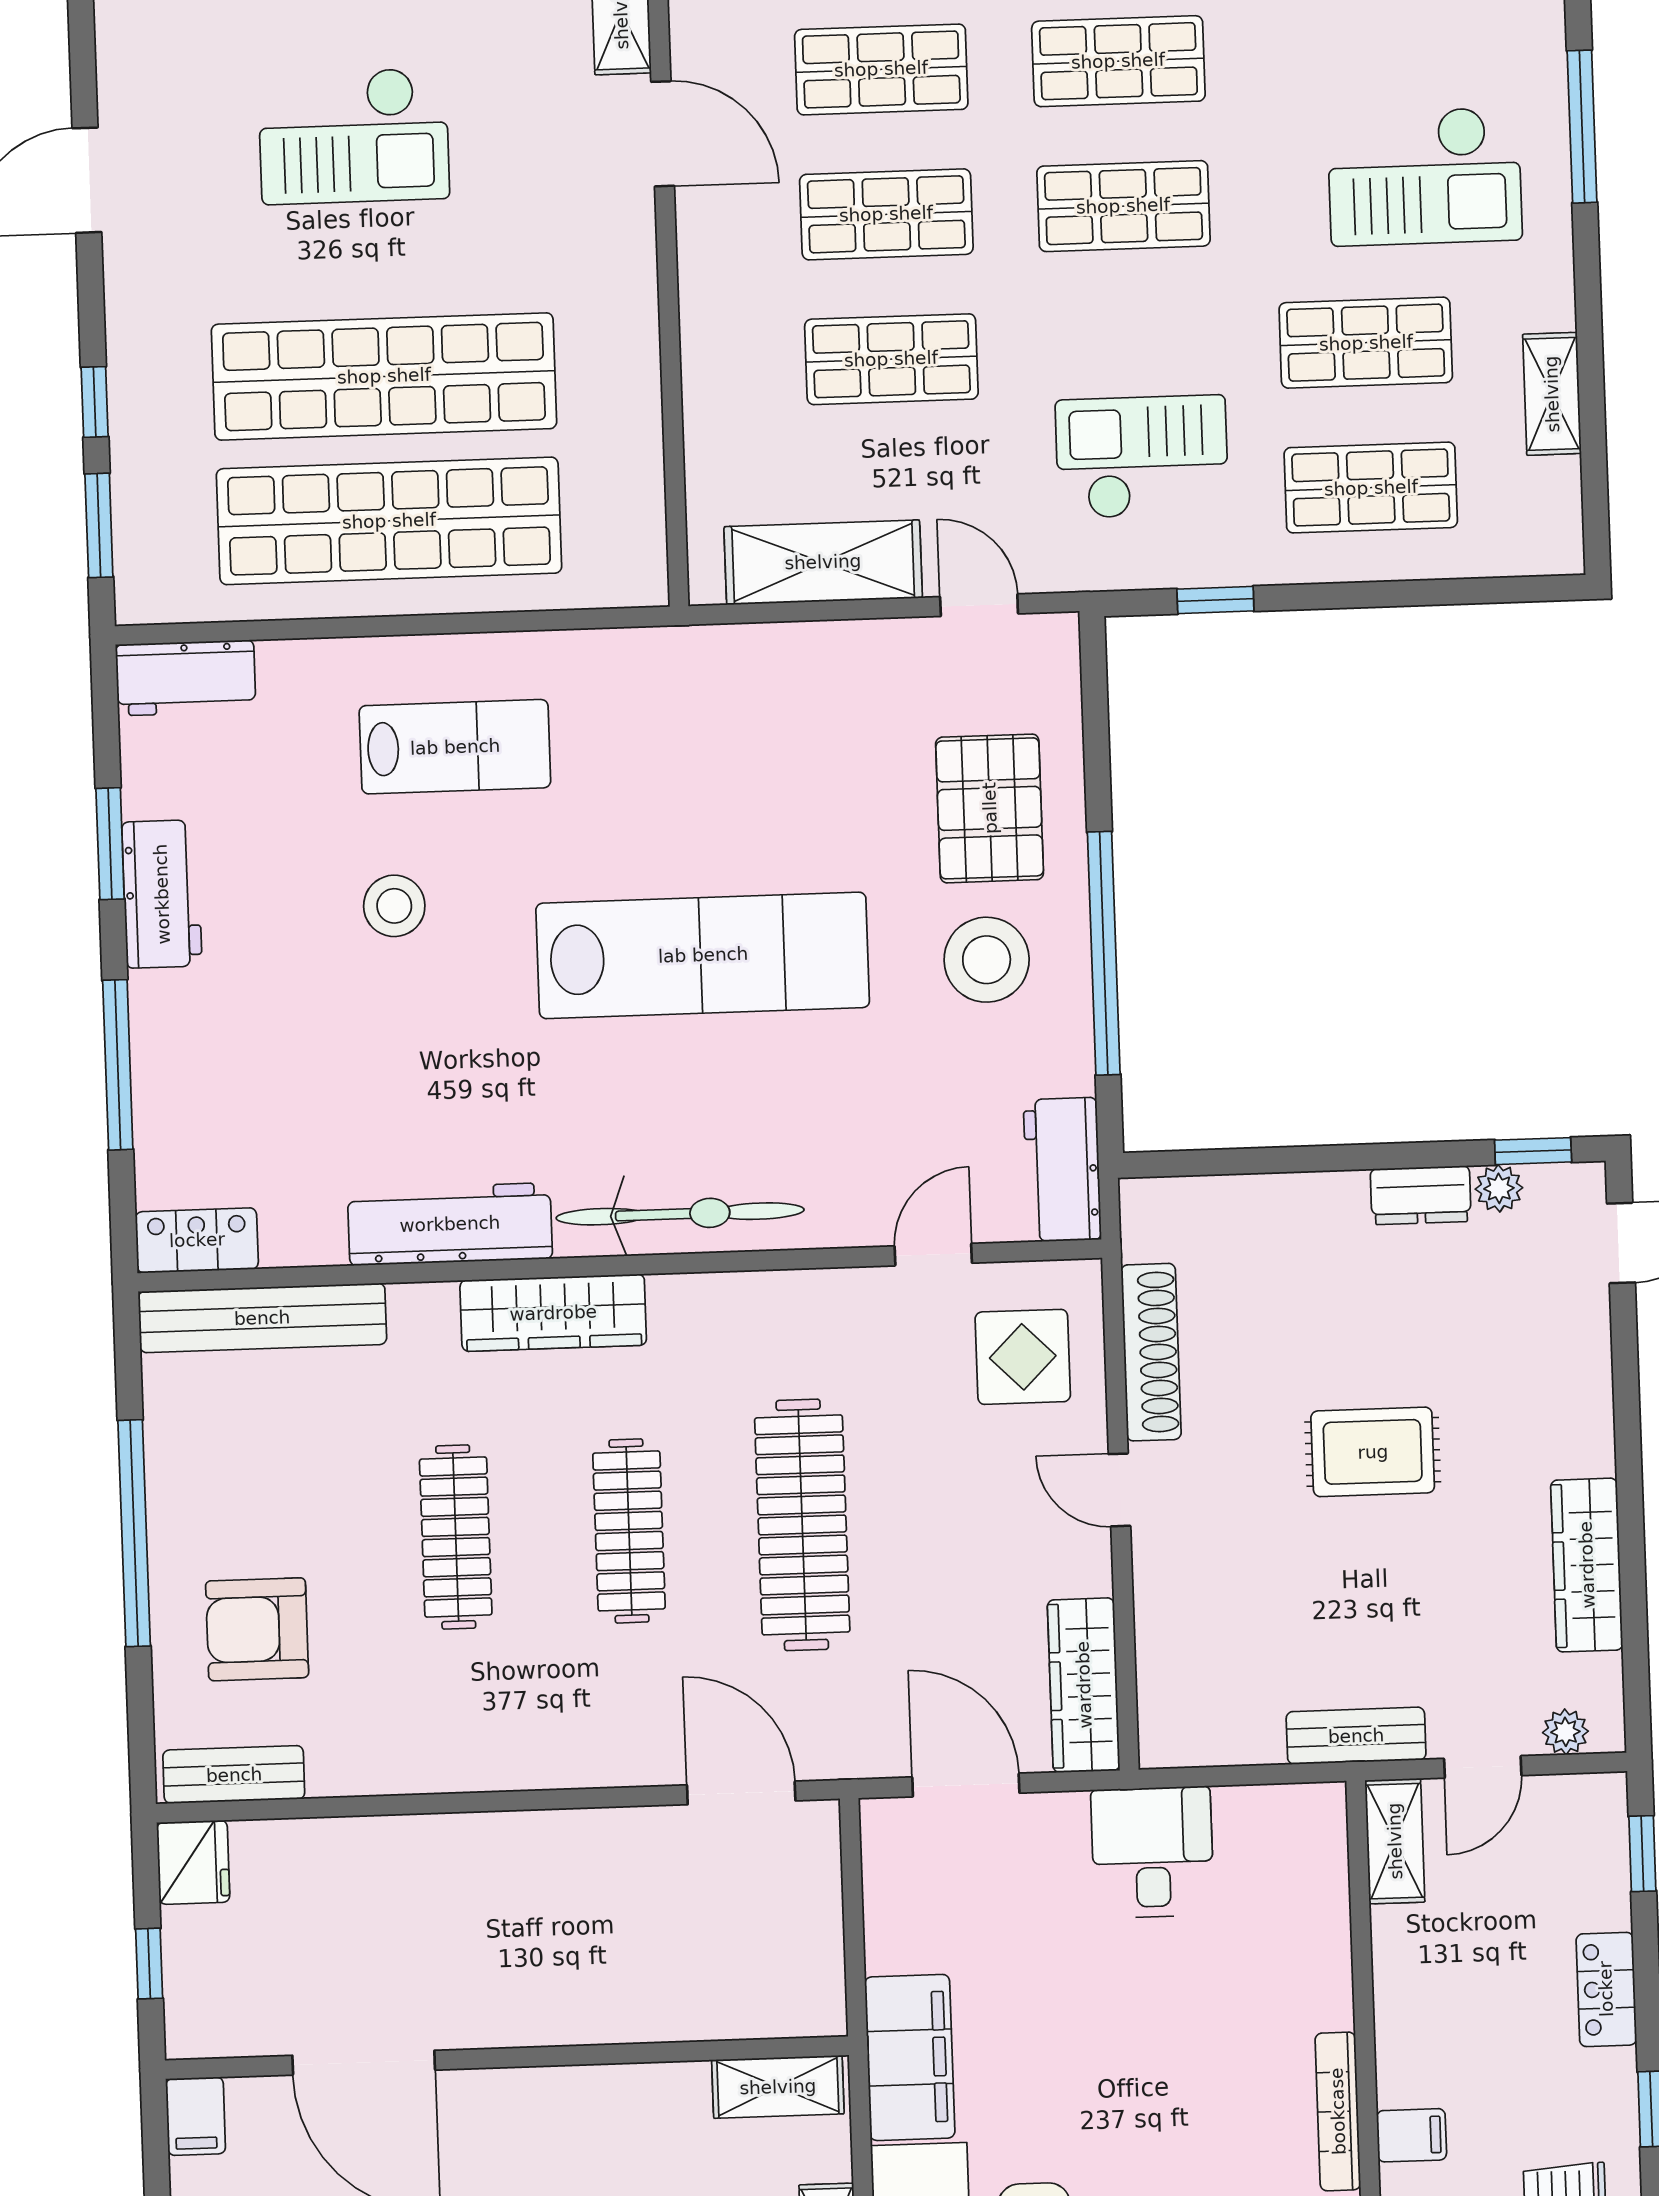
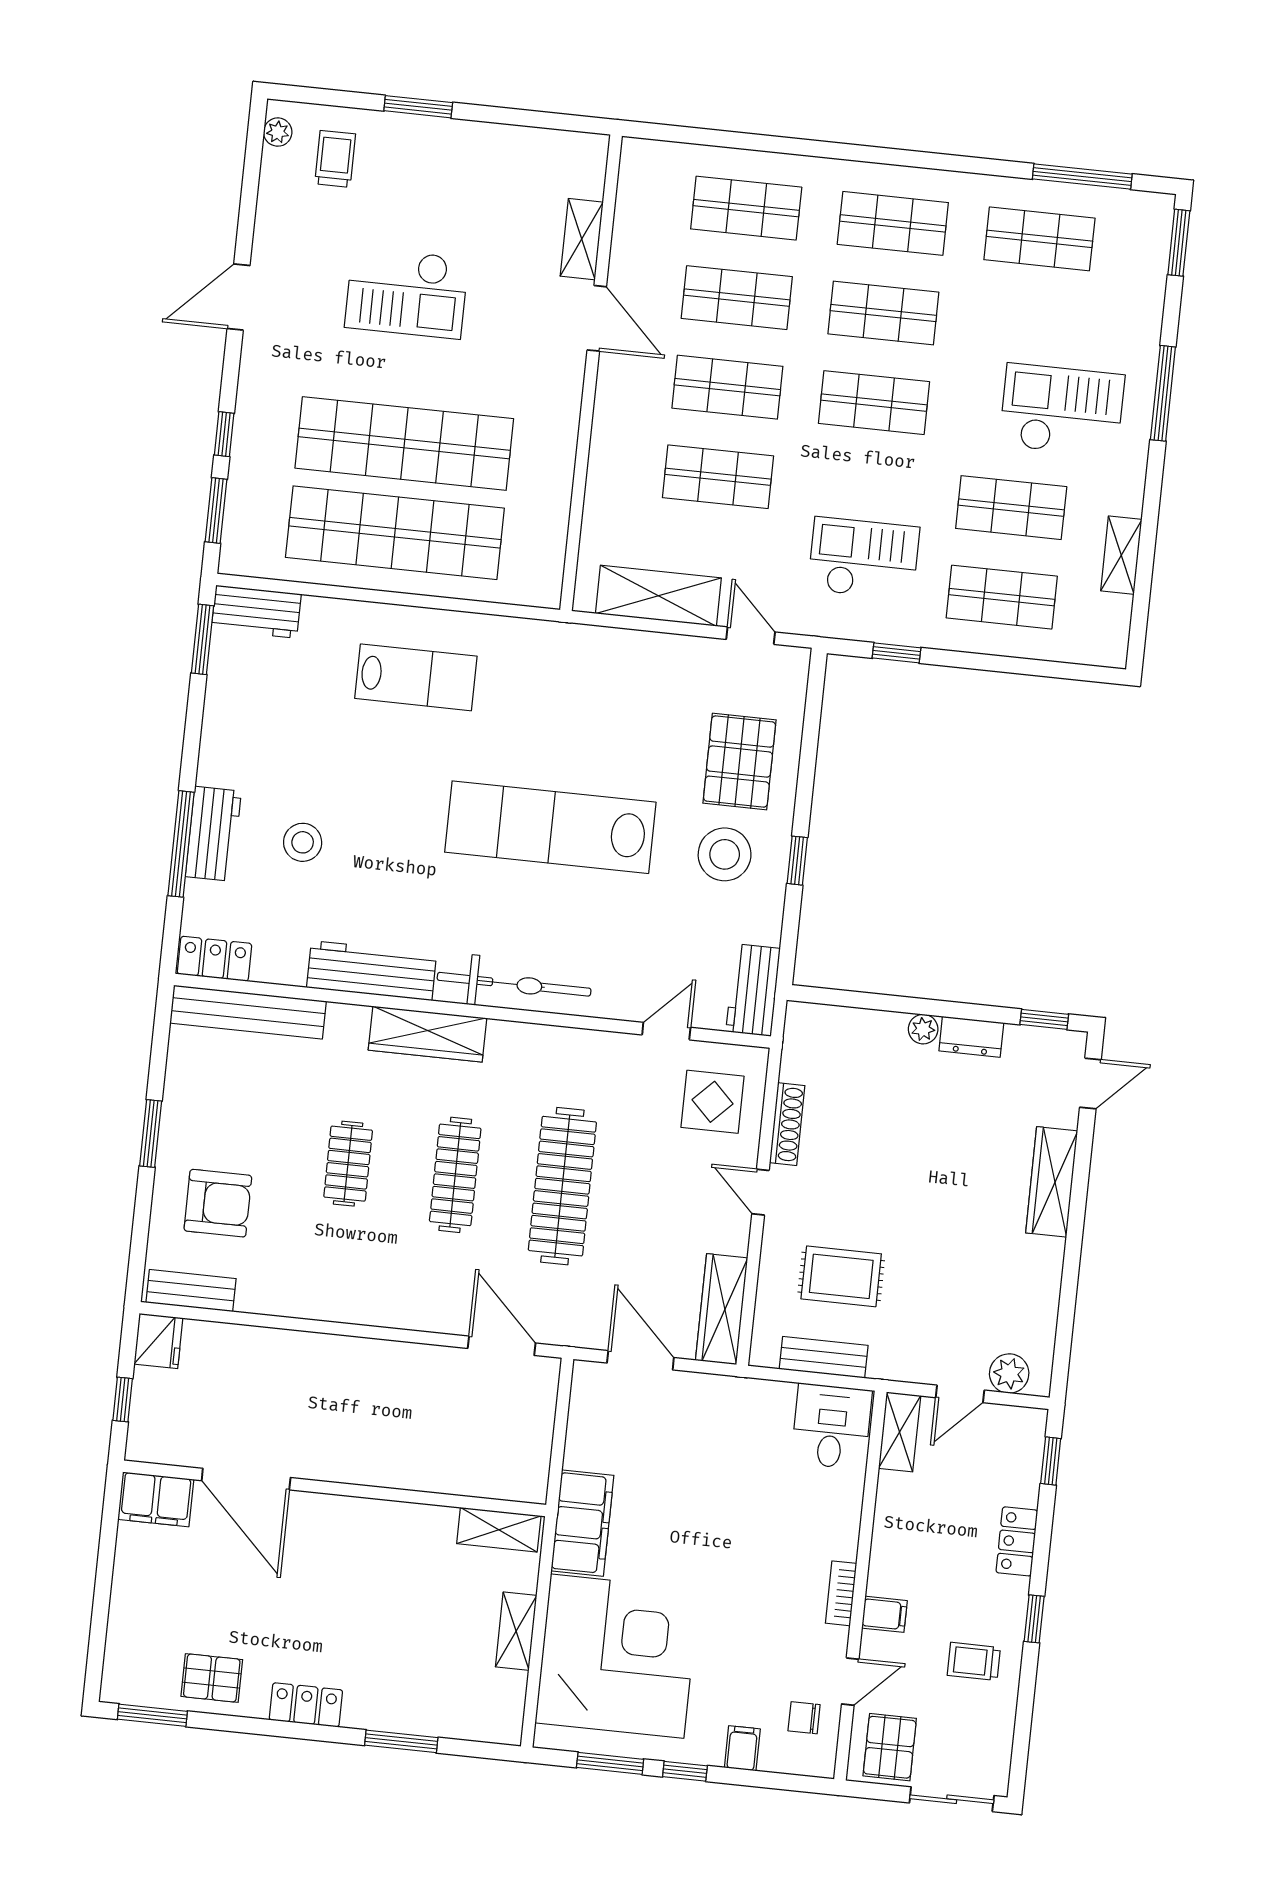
checkout: (1425, 176) -> (1062, 410), turned 180
window: (110, 844) -> (203, 639), moved
workbench: (162, 894) -> (213, 834), moved
stool: (394, 906) -> (303, 842), moved
window: (1104, 953) -> (797, 861), width x0.32
lab bench: (703, 955) -> (550, 827), turned 180
plant: (1499, 1188) -> (923, 1029), moved
shoe rack: (1151, 1352) -> (787, 1124), width x0.74, depth x0.81
rug: (1373, 1452) -> (841, 1276), moved
window: (134, 1533) -> (151, 1133), width x0.47
clothes rail: (456, 1537) -> (348, 1164), width x0.73
wardrobe: (1587, 1565) -> (1052, 1182), moved
armchair: (257, 1629) -> (218, 1203), turned 180
plant: (1565, 1732) -> (1009, 1374), width x1.38, depth x1.38
bench: (1356, 1736) -> (824, 1357), moved
desk: (1152, 1852) -> (832, 1426), moved
bookcase: (1338, 2111) -> (841, 1593), width x0.64
filing cabinet: (196, 2116) -> (156, 1499), width x2.00

